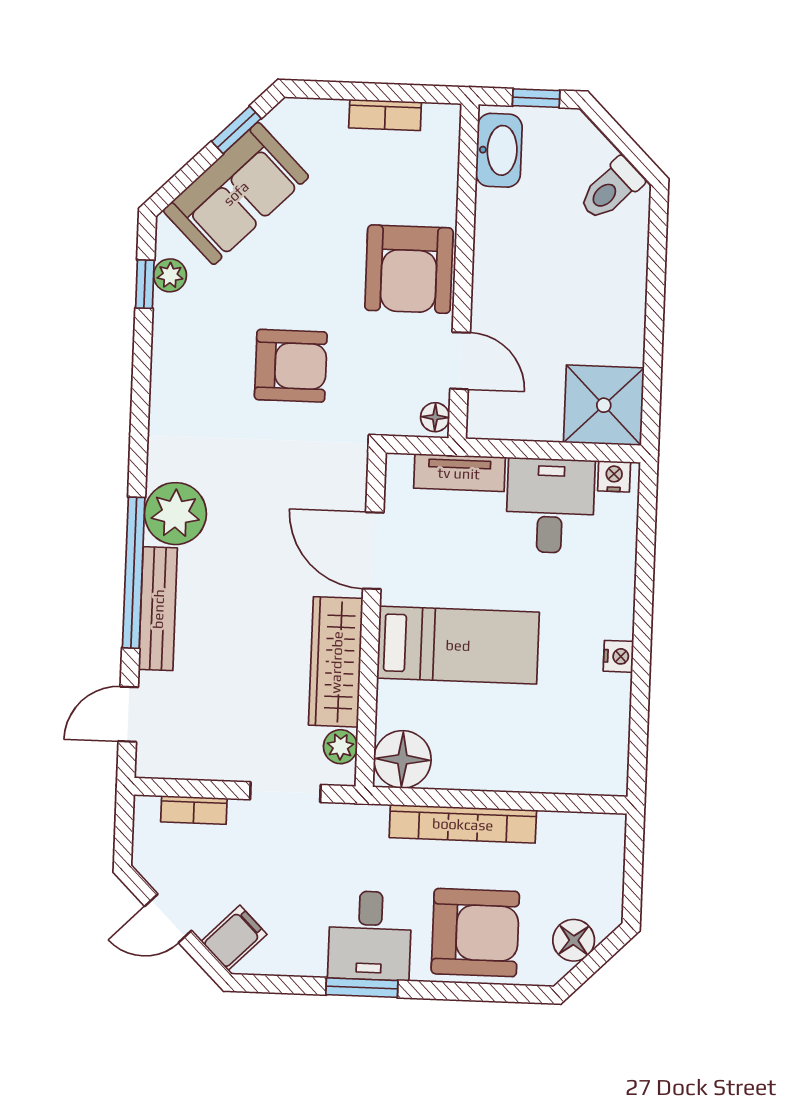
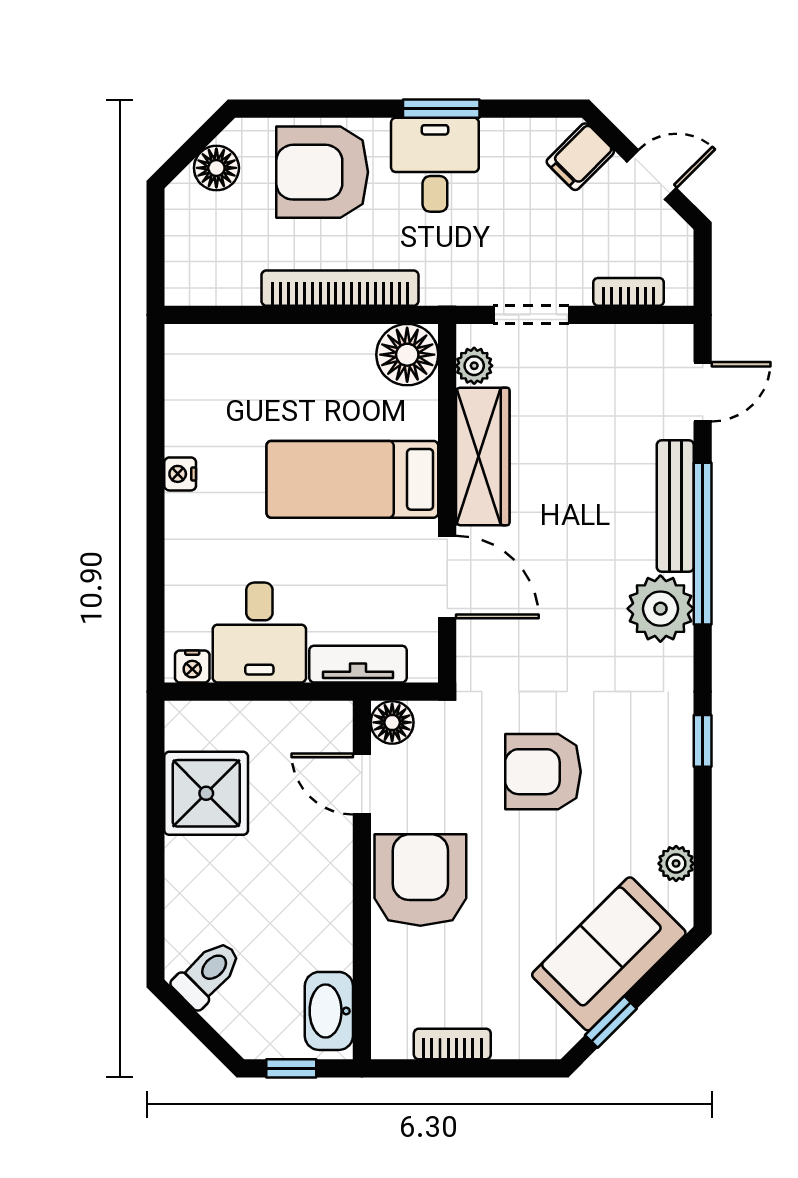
window: (145, 284) -> (703, 741), moved
shower: (604, 405) -> (206, 793), moved
floor lamp: (435, 417) -> (392, 722), width x1.37, depth x1.37

